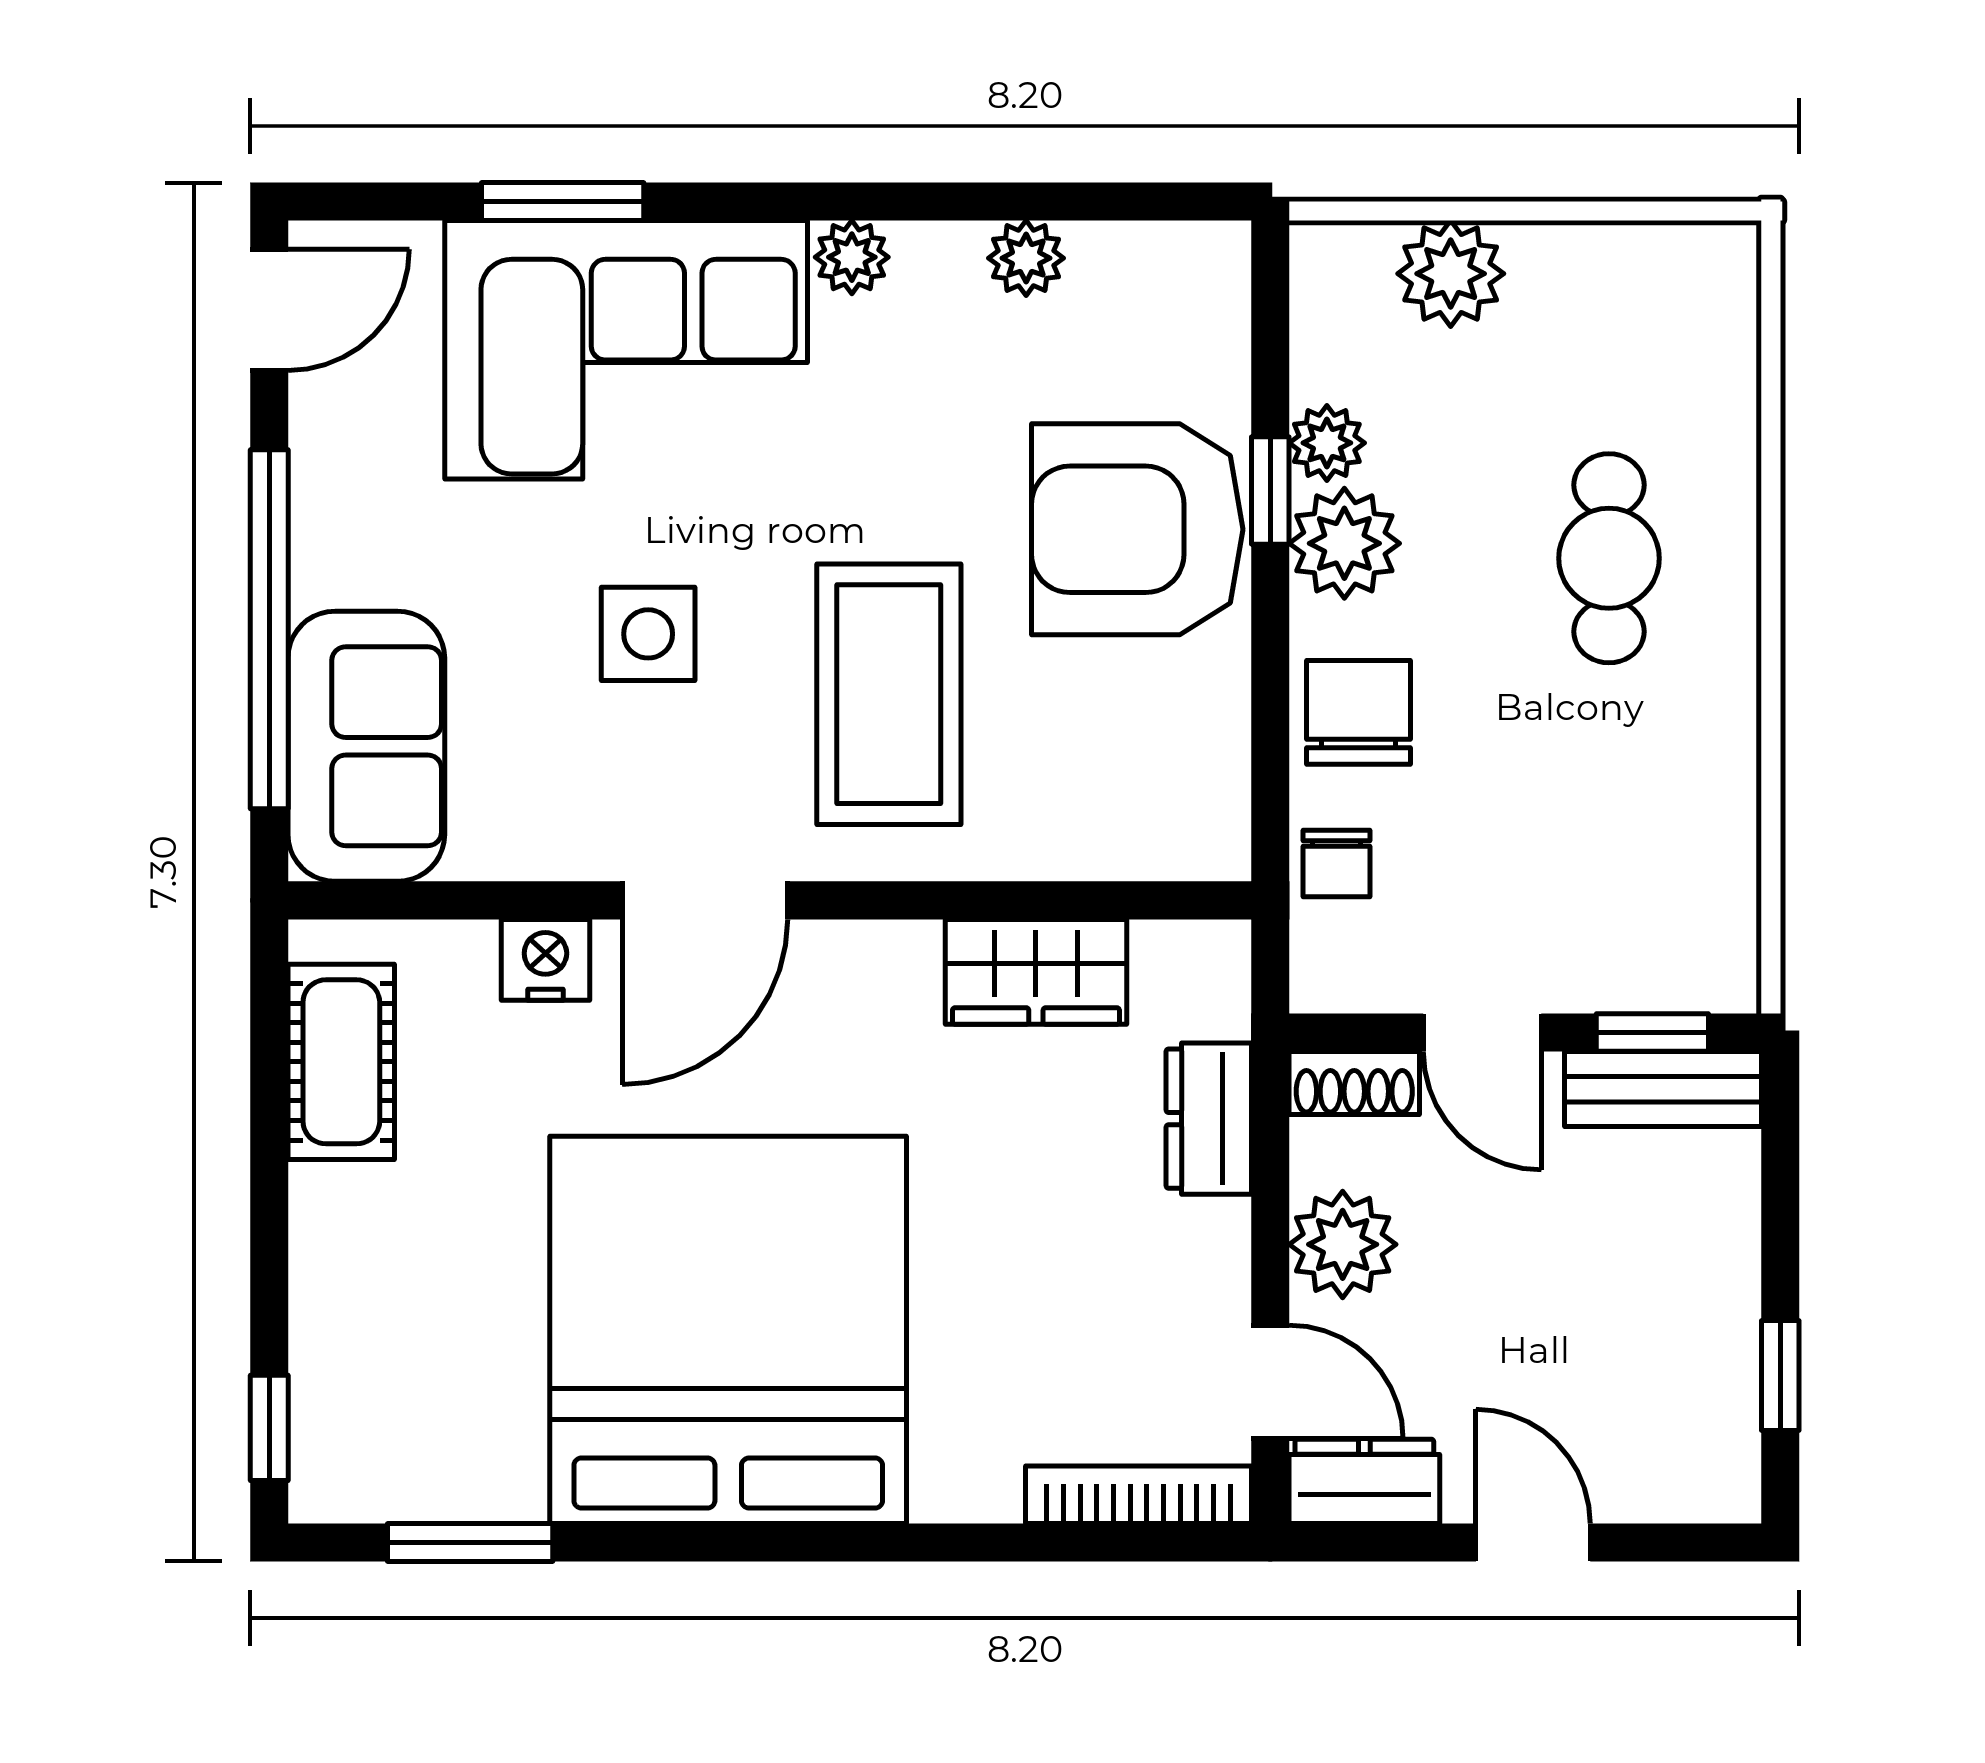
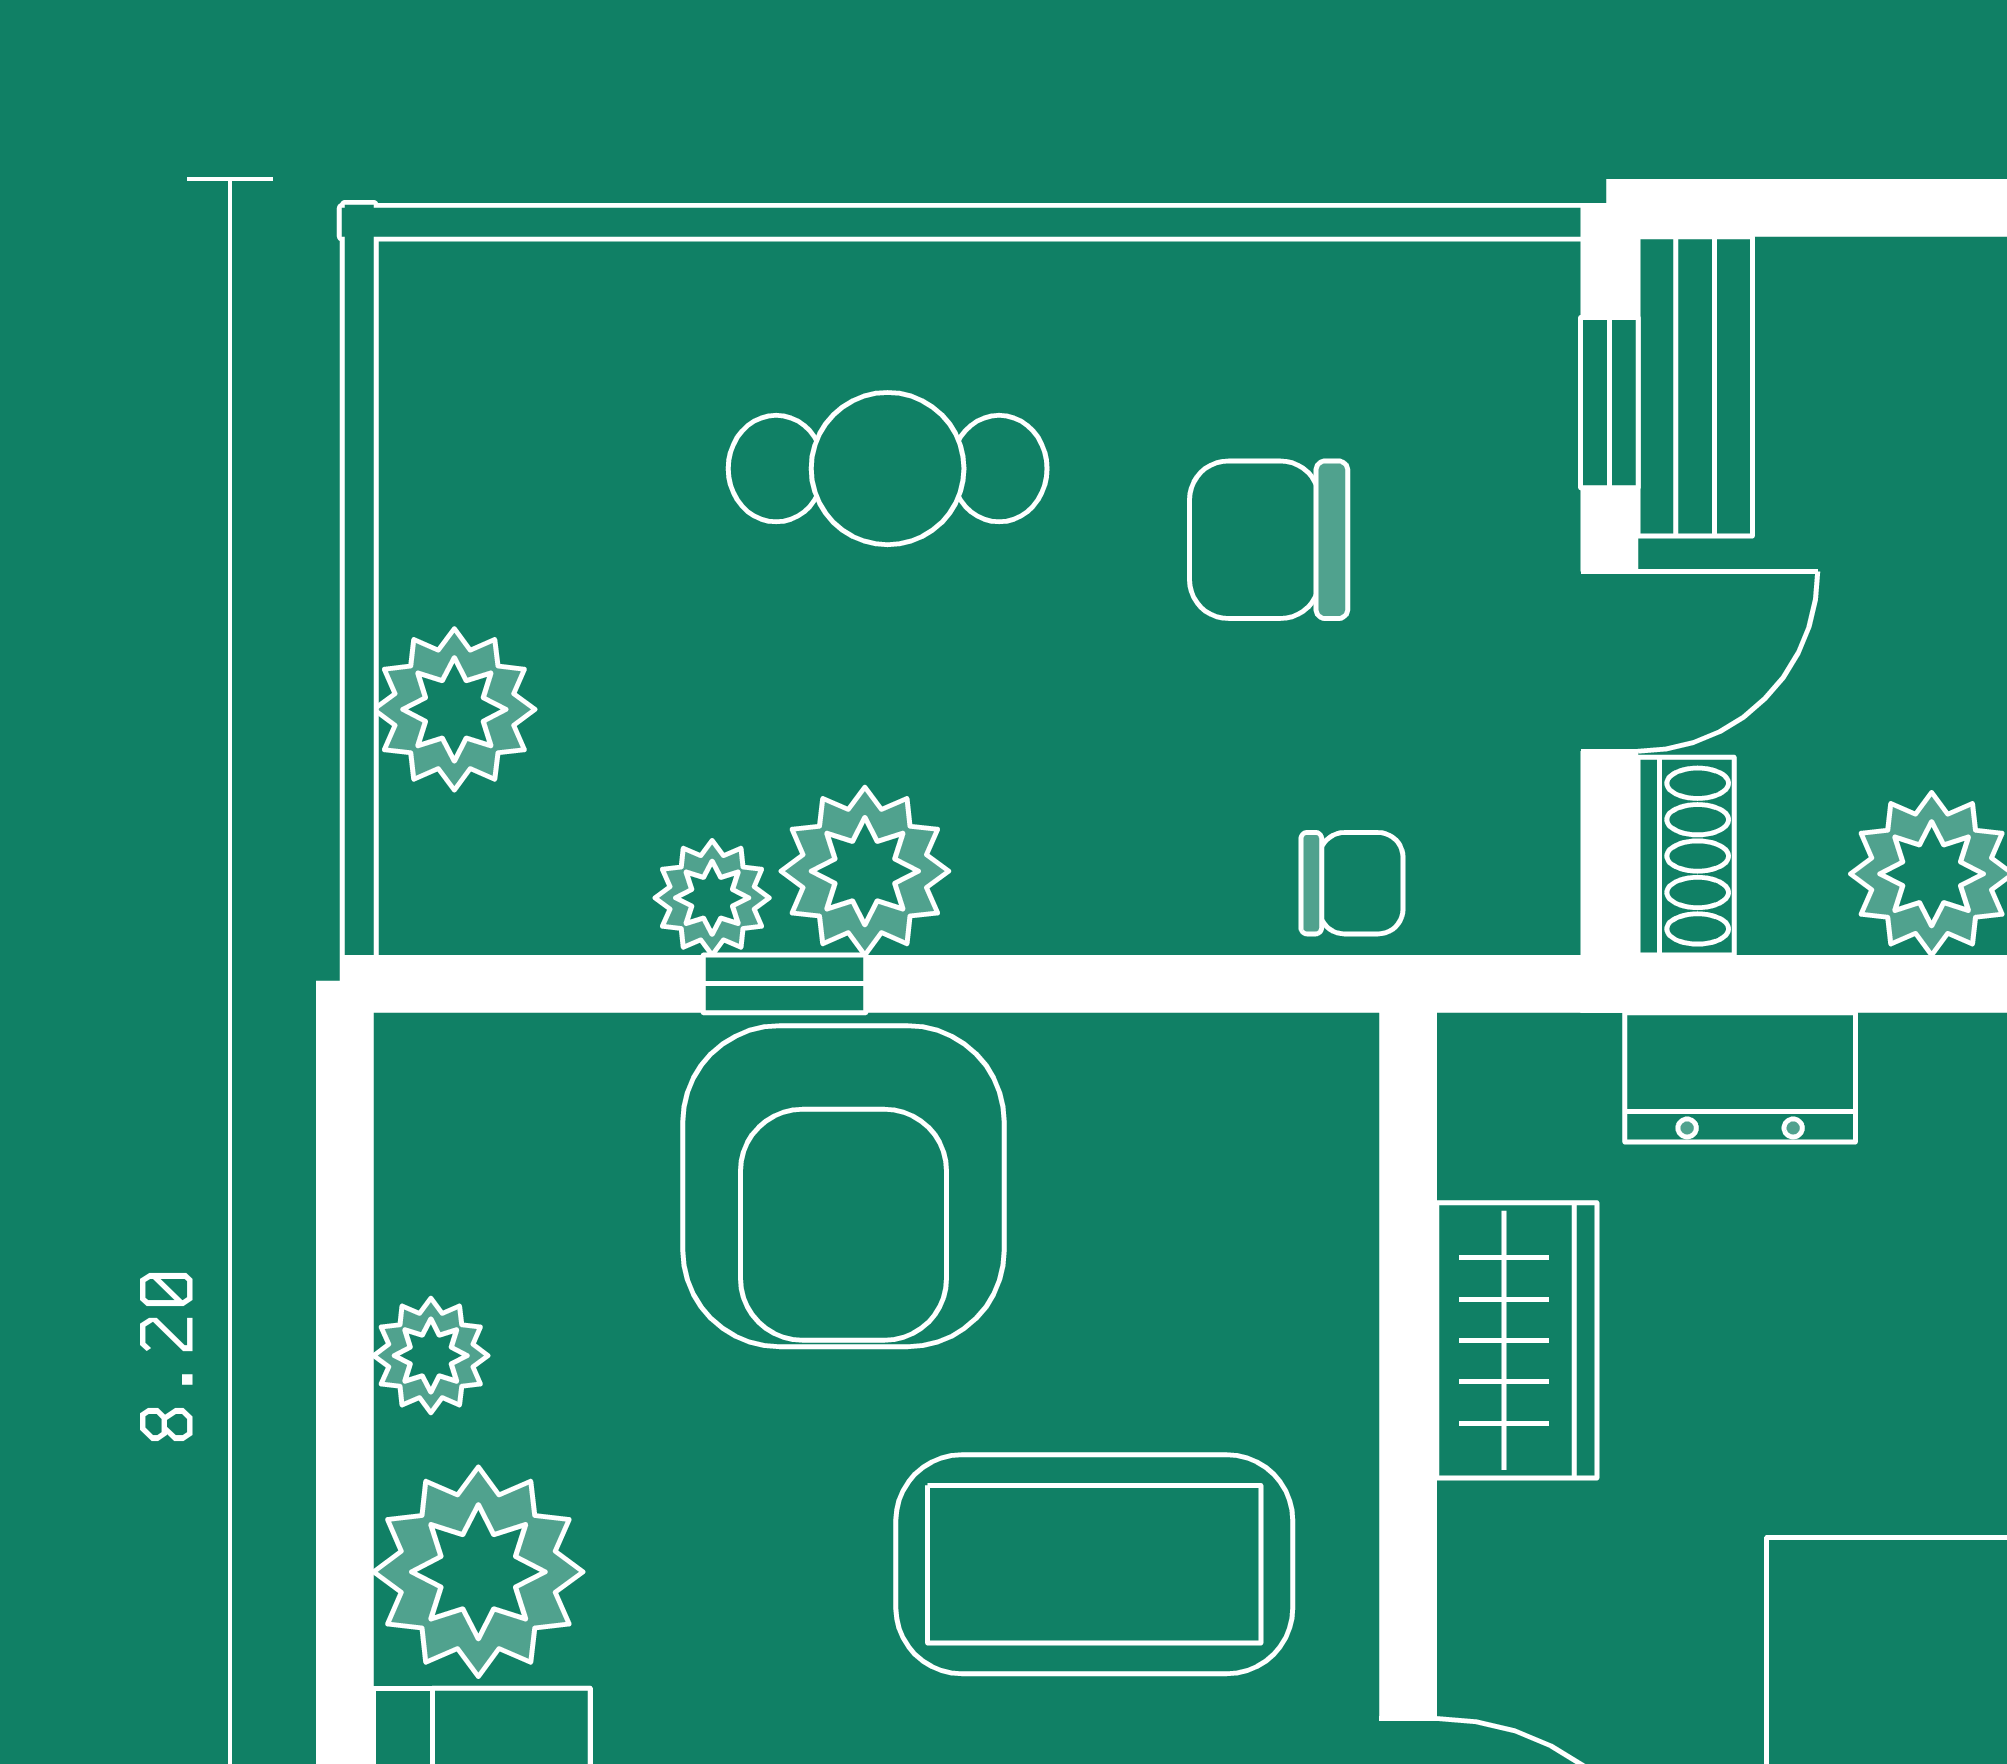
plant: (852, 257) -> (478, 1572), width x1.88, depth x1.88
chair: (1358, 712) -> (1269, 540), moved

